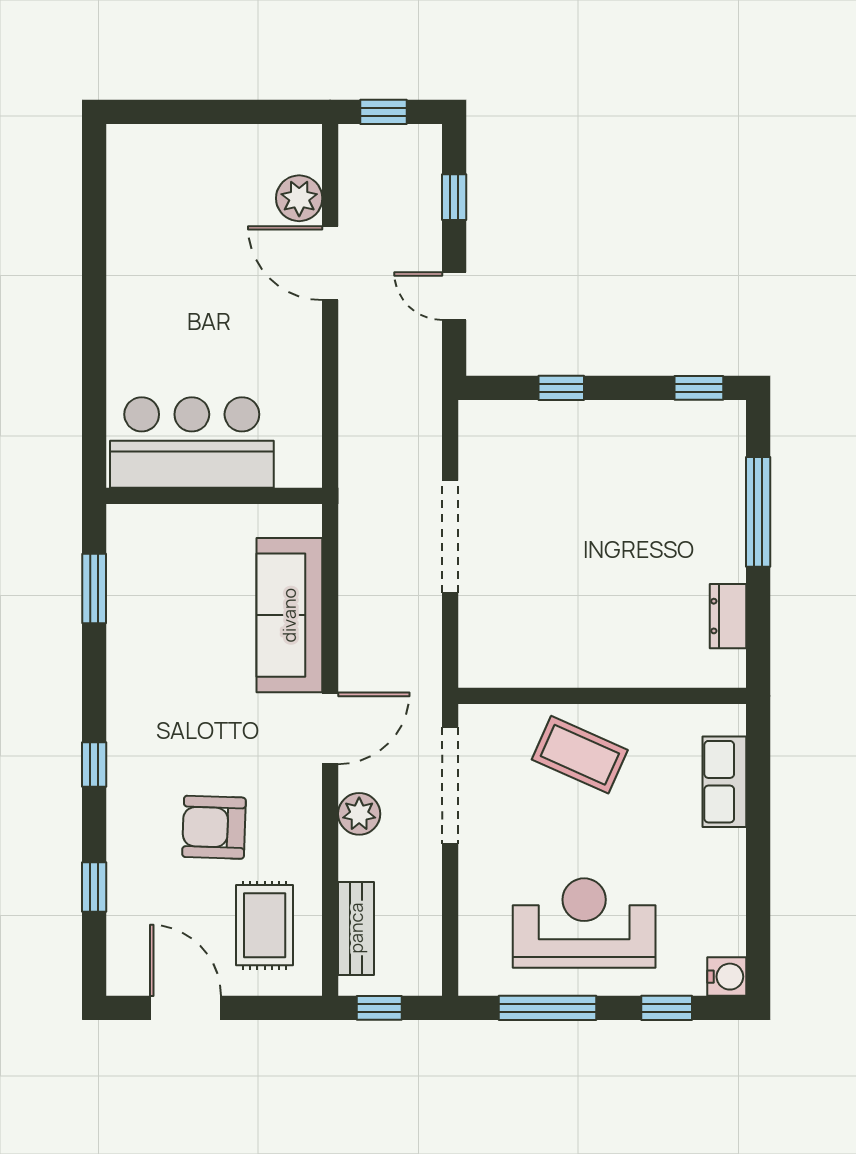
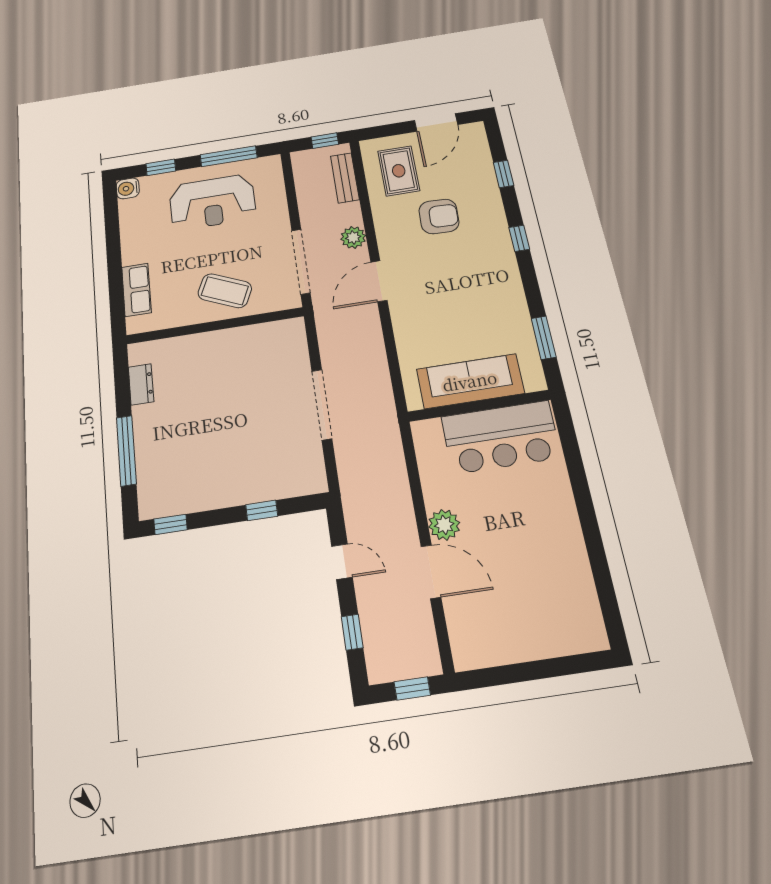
plant: (299, 198) -> (444, 525), moved
sofa: (289, 615) -> (470, 381), moved, turned -90
door: (185, 1008) -> (436, 123), hinge flipped

